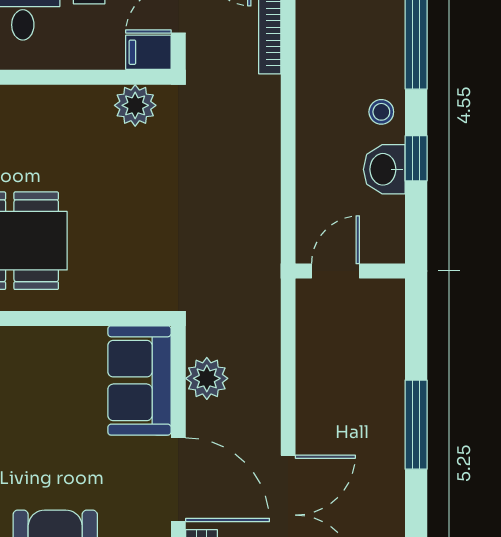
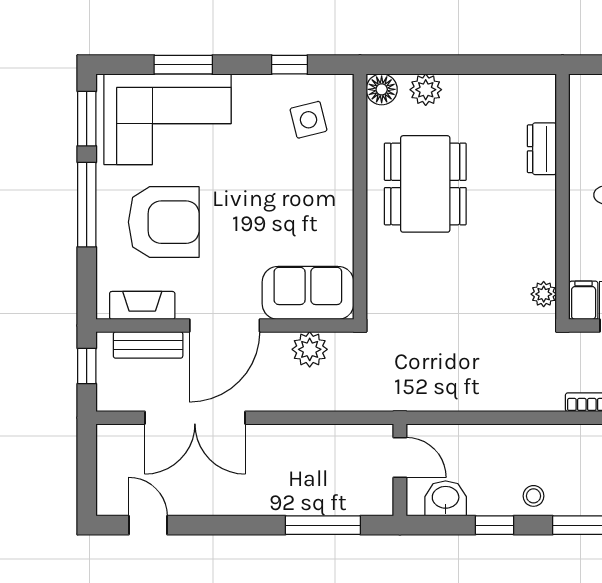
plant: (135, 105) -> (544, 294), width x0.73, depth x0.73
washbasin: (384, 169) -> (446, 498), moved
window: (416, 425) -> (323, 525), moved

